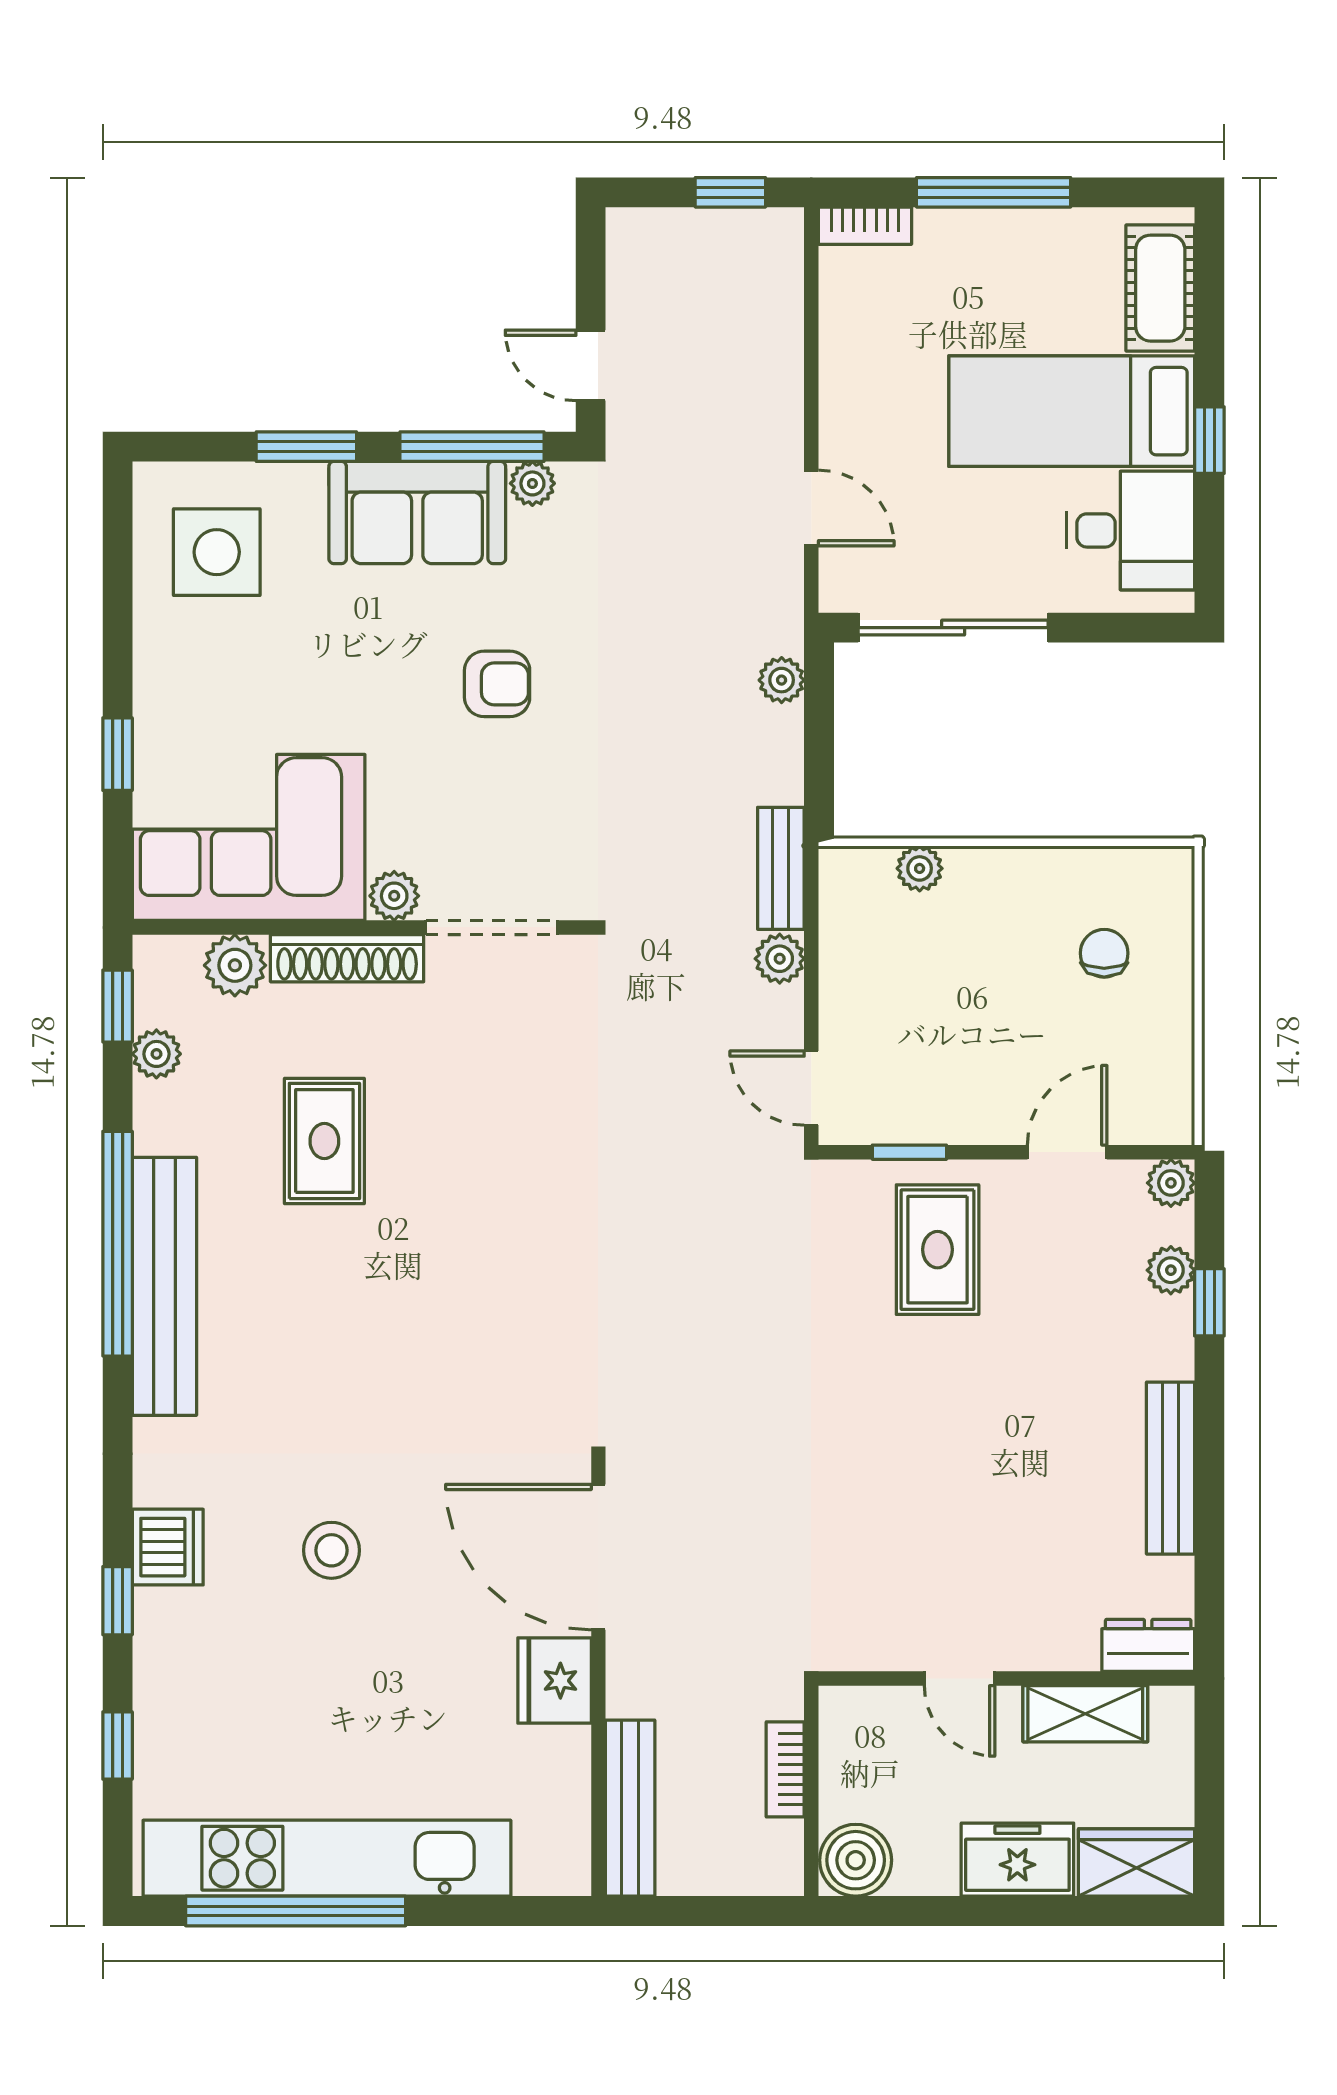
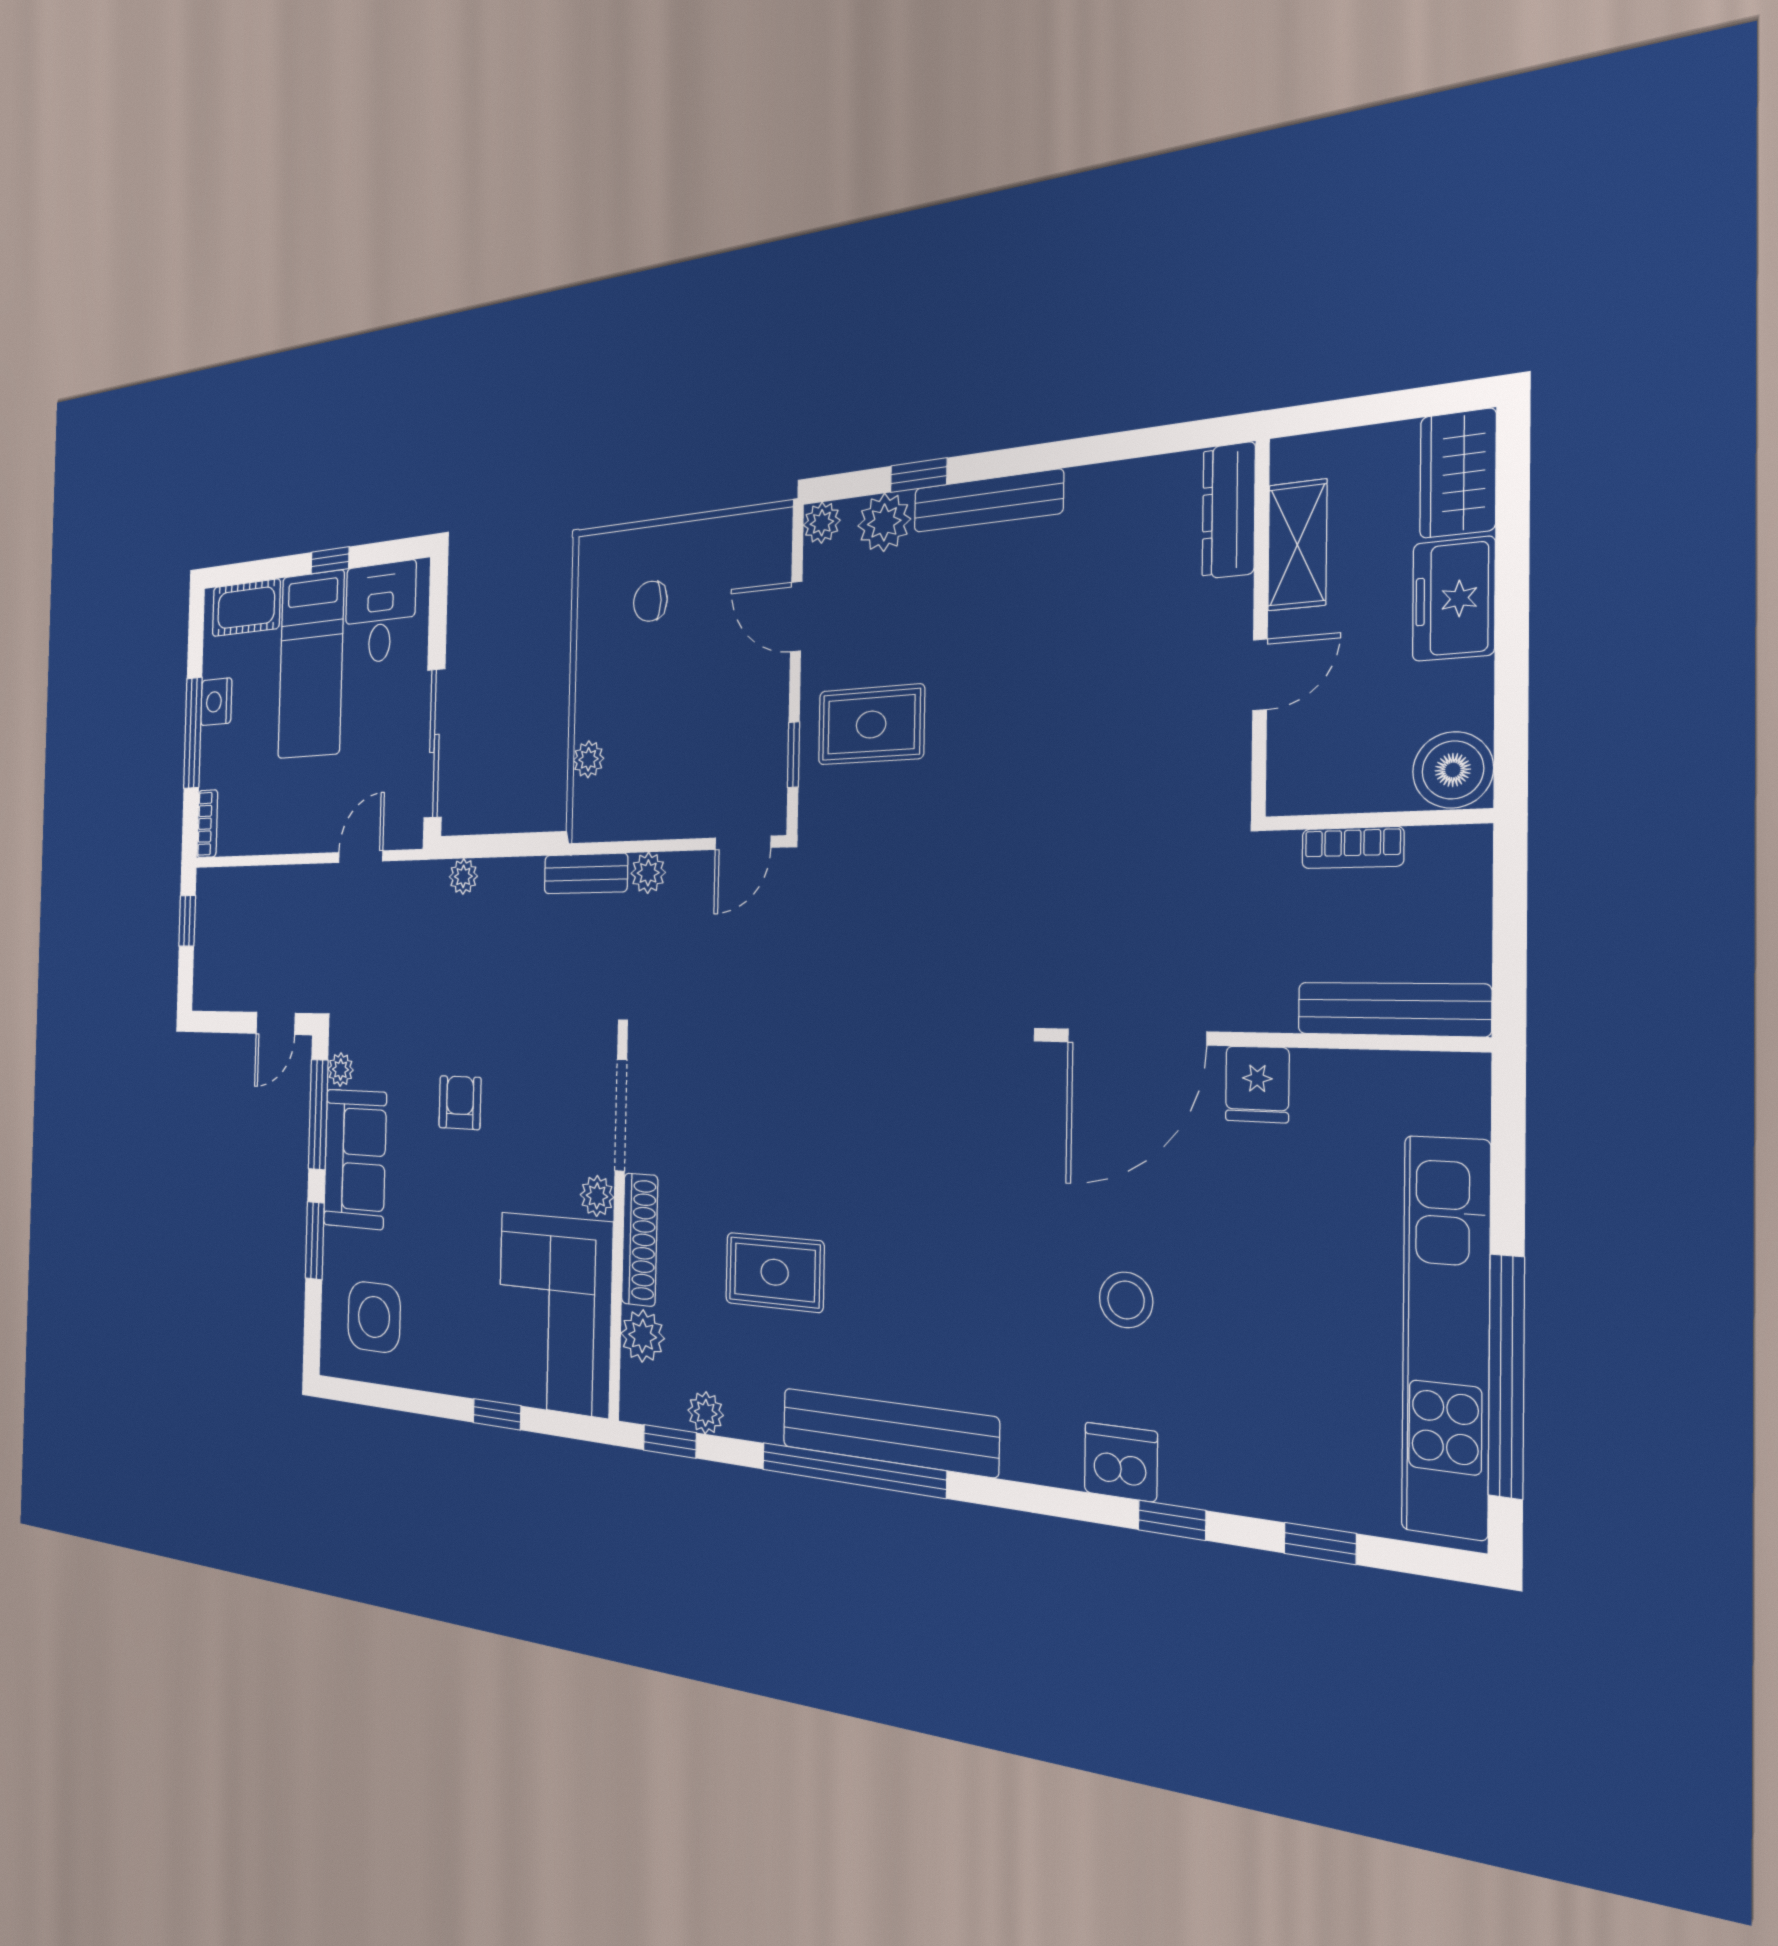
nightstand: (1034, 236) -> (216, 702), added
plant: (1171, 1270) -> (884, 522), width x1.38, depth x1.38
bench: (1170, 1468) -> (988, 501), moved
dresser: (1148, 1645) -> (1229, 511), width x1.44
fridge: (555, 1681) -> (1257, 1084), width x0.72

